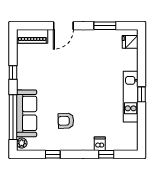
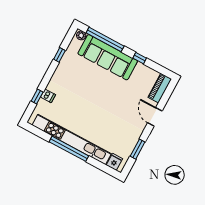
window: (141, 94) -> (69, 149), width x3.17
kitchen unit: (131, 97) -> (72, 139), width x1.86
sofa: (27, 113) -> (108, 57), width x1.36, depth x1.27
armchair: (66, 121) -> (80, 79), removed

